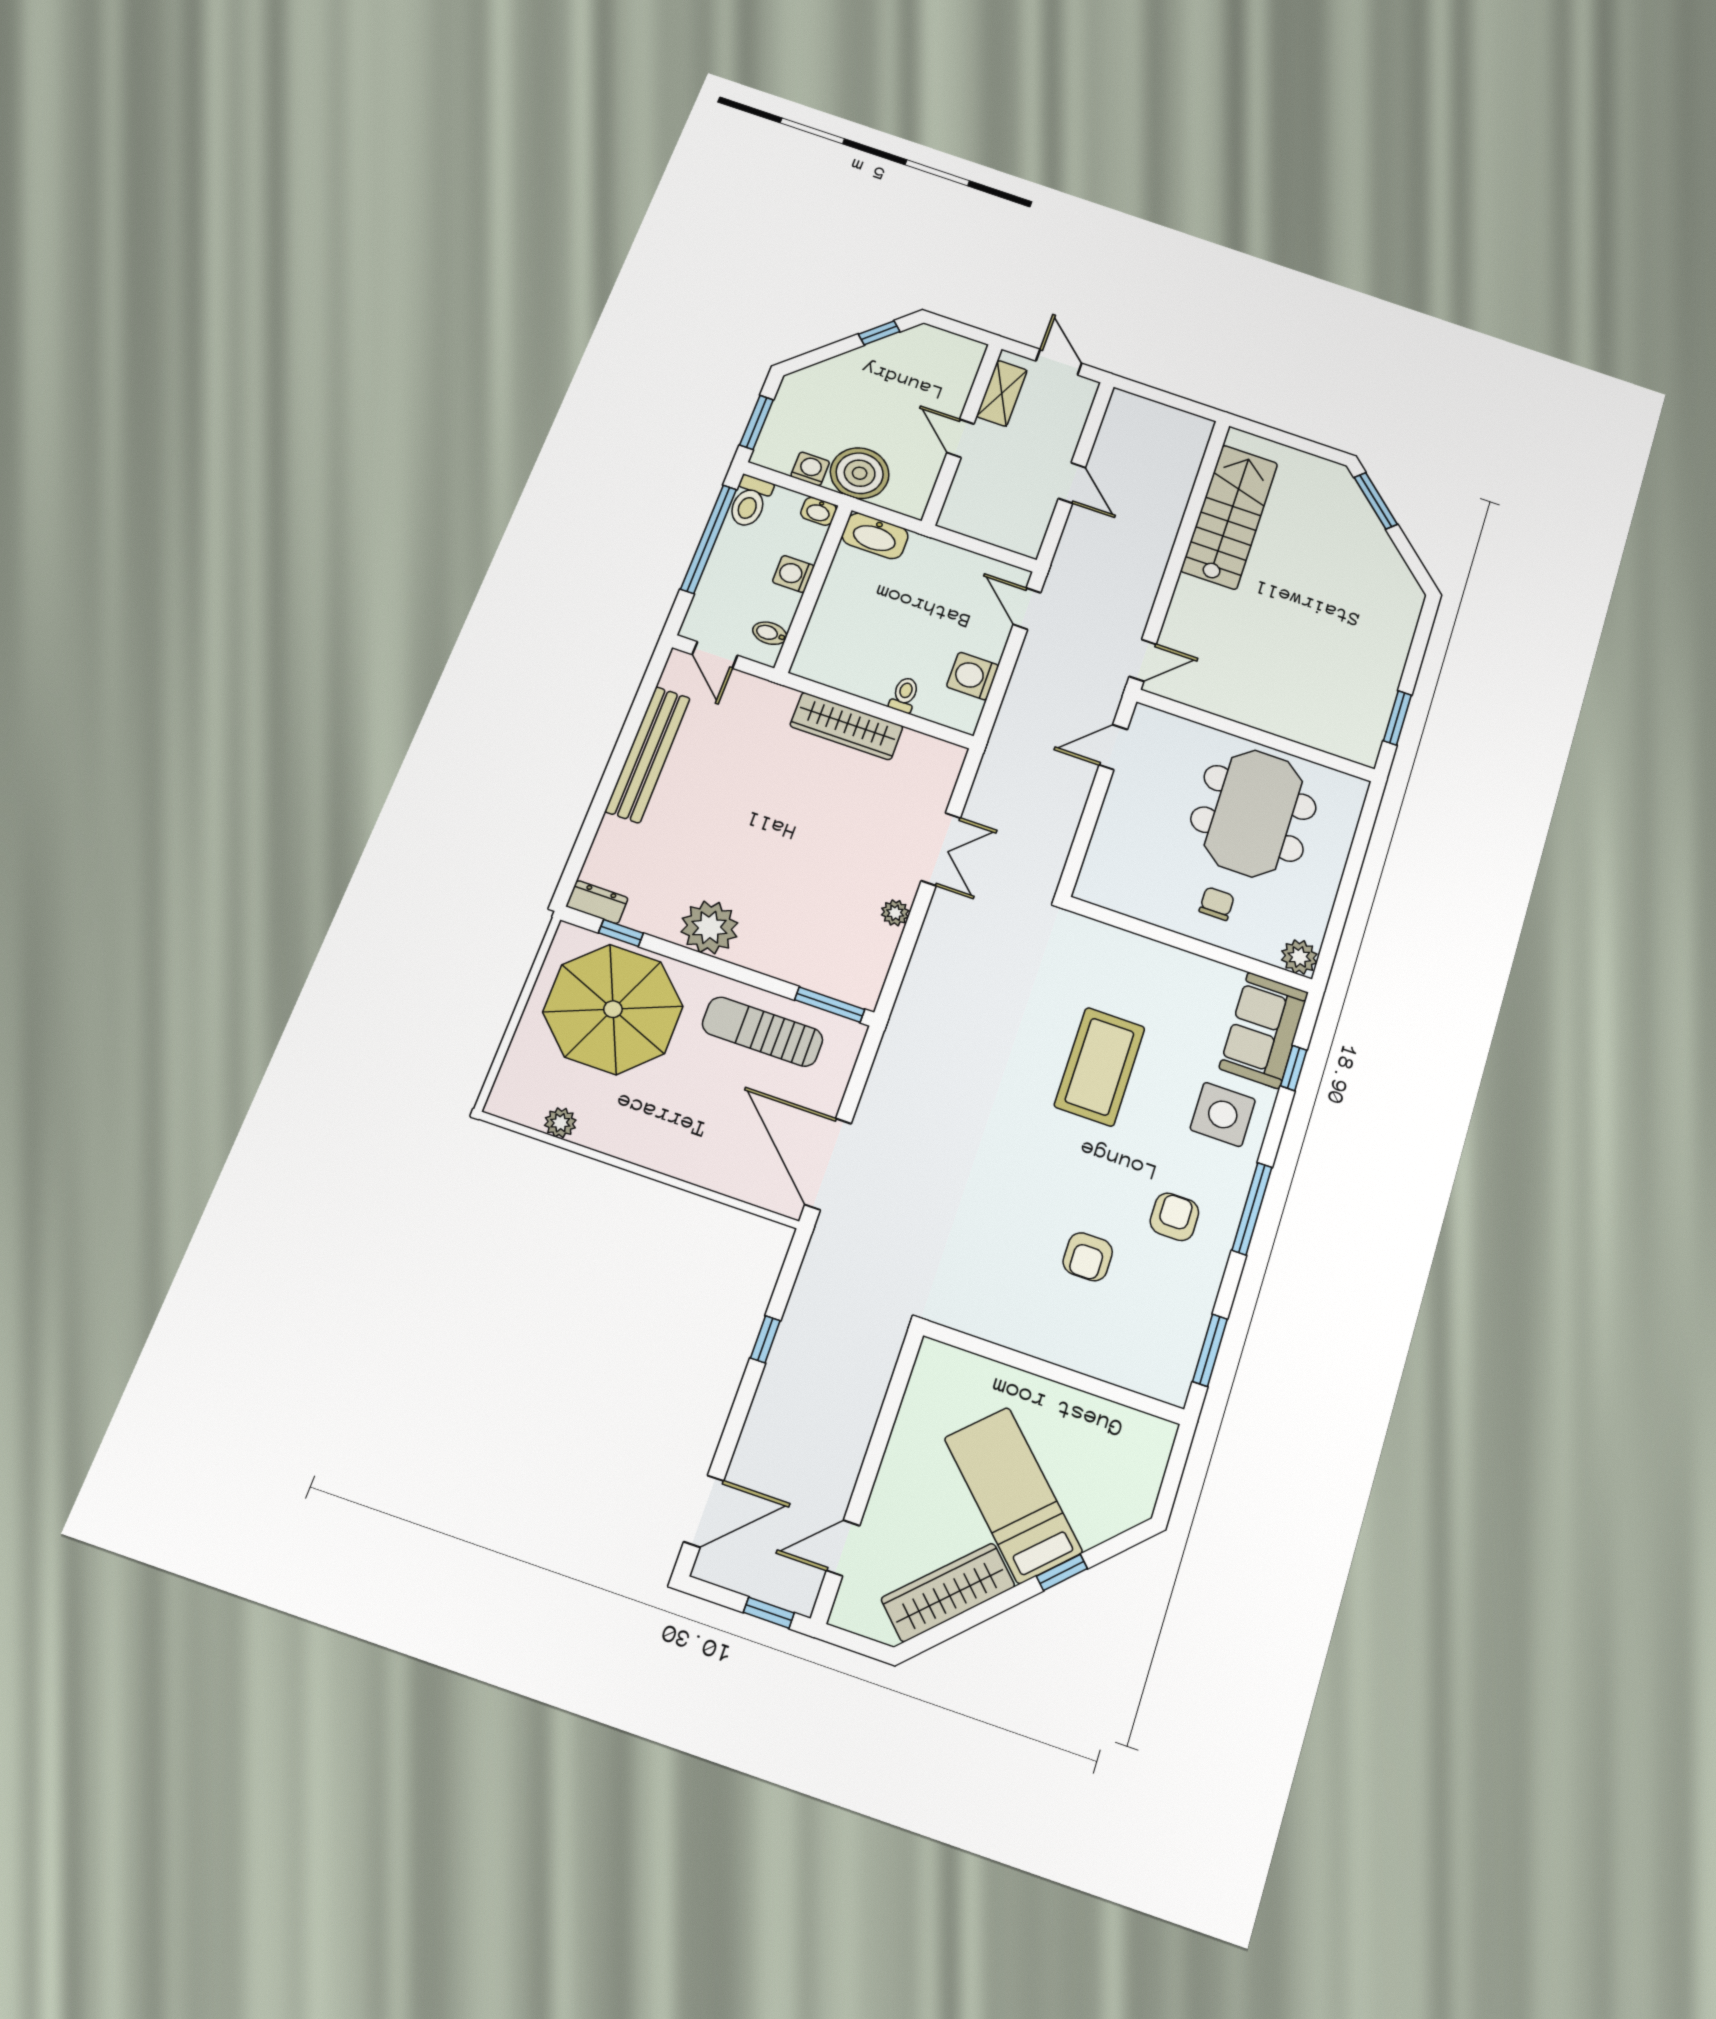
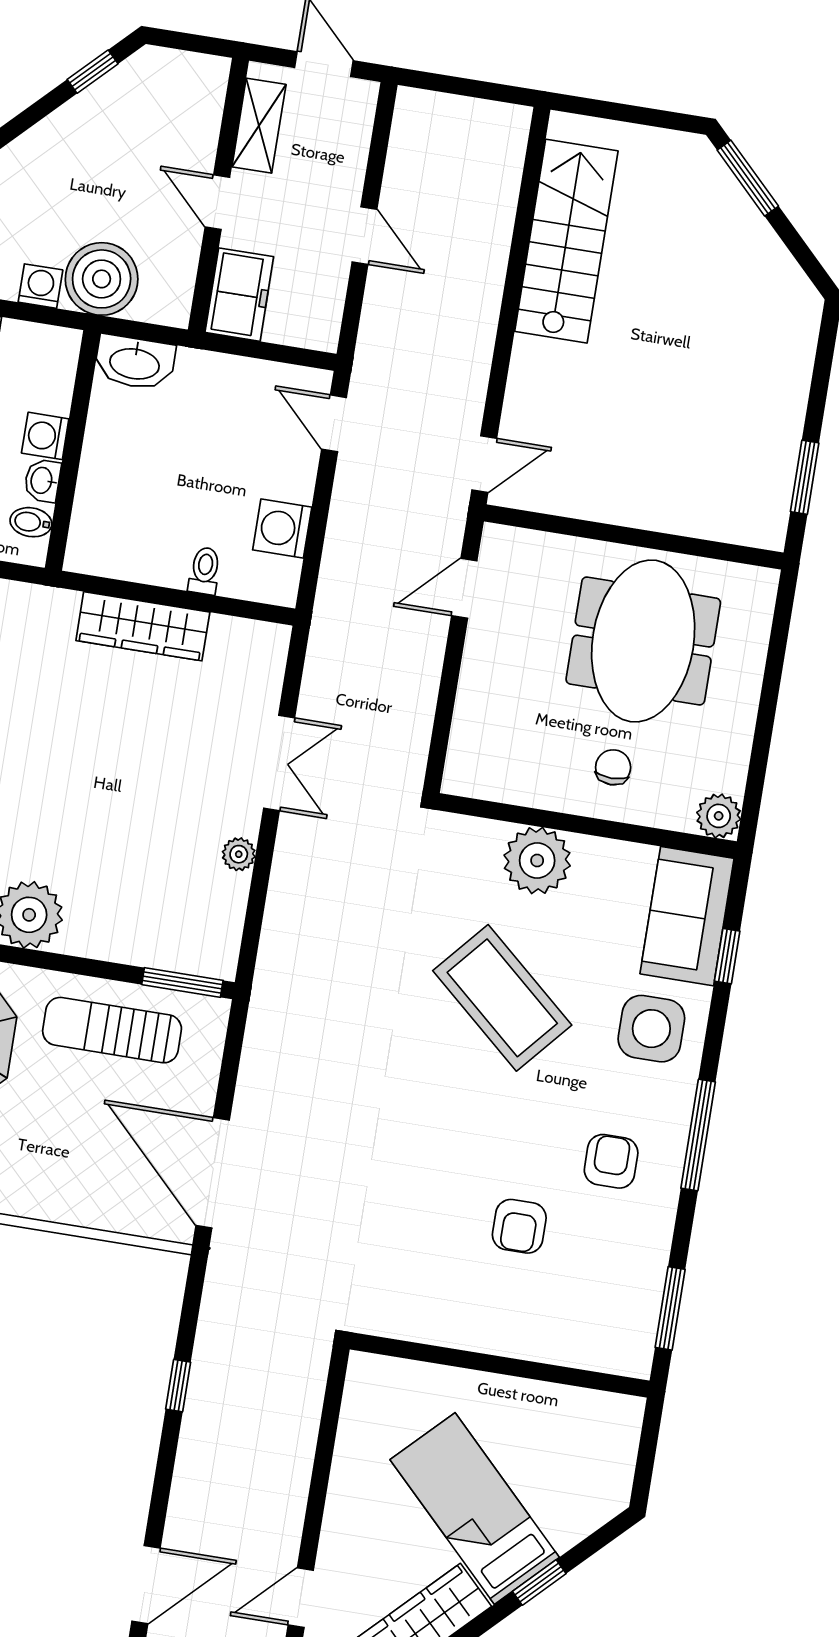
freezer: (967, 505) -> (239, 295), added
washbasin: (819, 511) -> (42, 481), moved, turned 90
plant: (1144, 964) -> (537, 861), added
coffee table: (1100, 1067) -> (502, 998), turned -49

